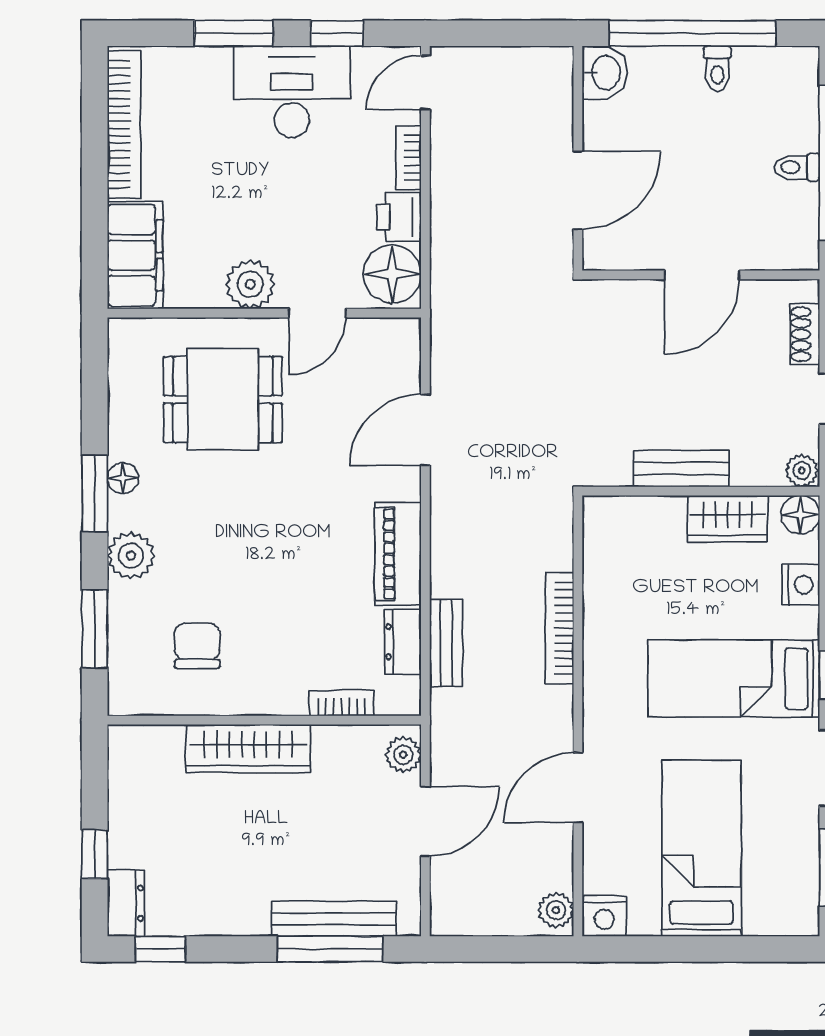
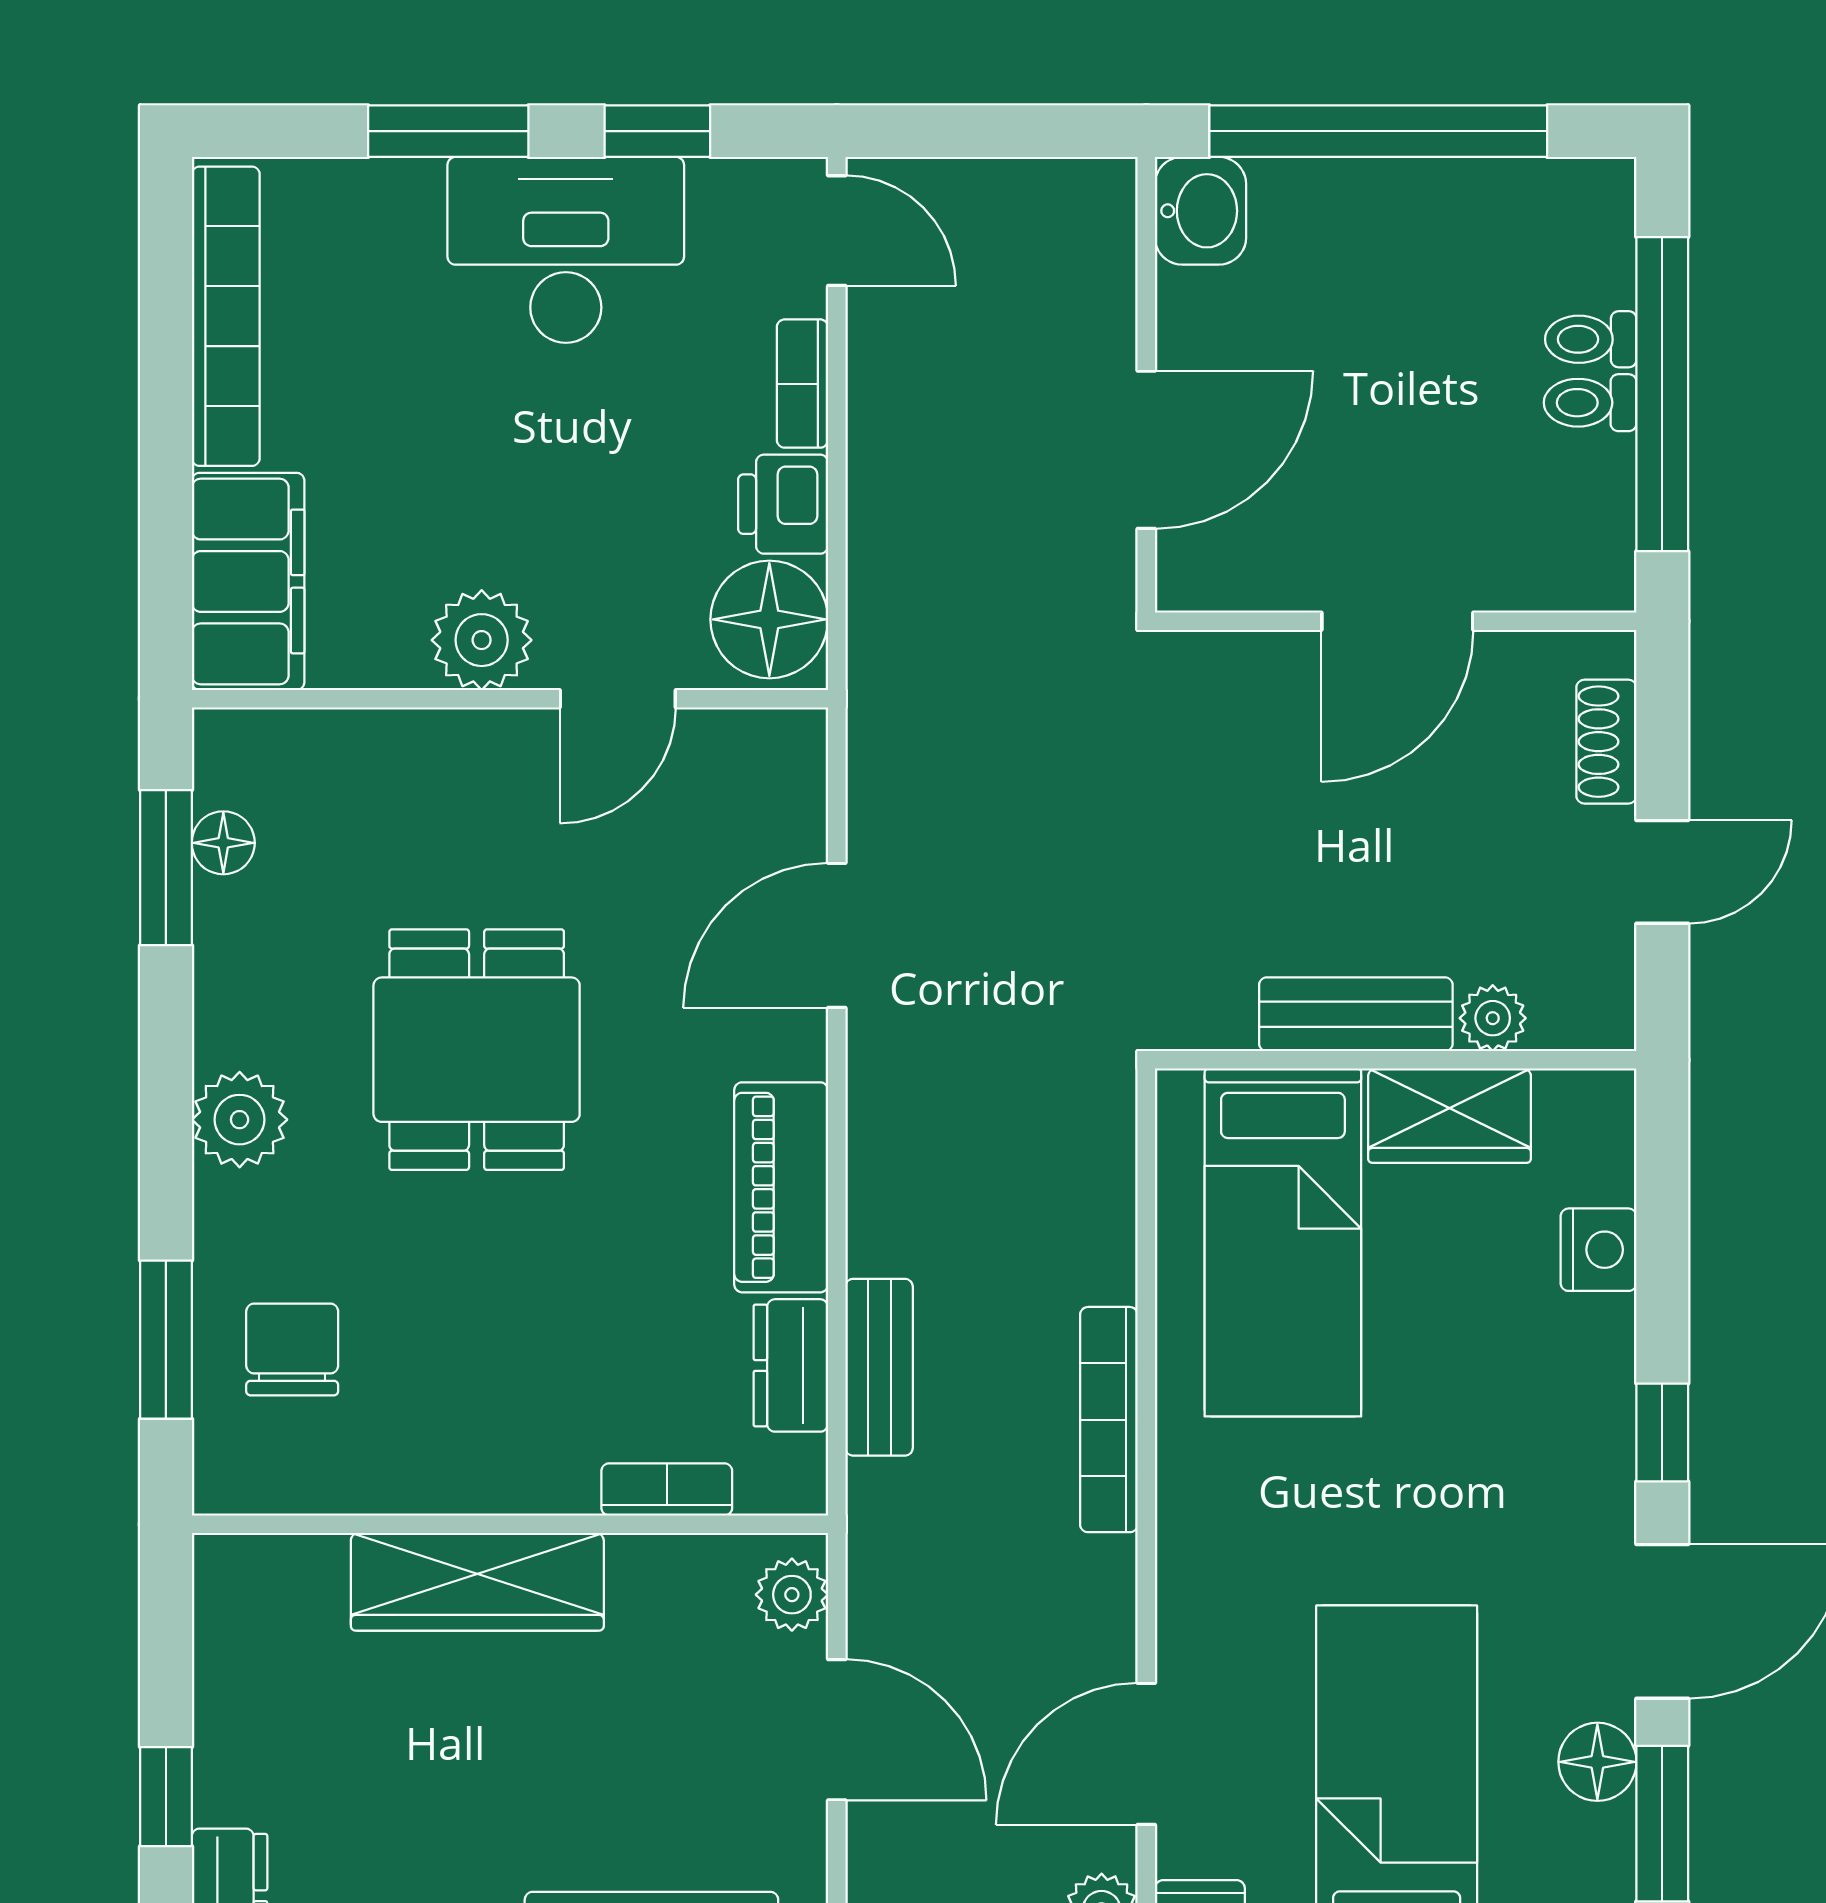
toilet: (717, 69) -> (1591, 339), moved, turned 90
door: (425, 82) -> (837, 231), swing flipped
dining table: (223, 400) -> (477, 1050), moved, turned 90
plant: (802, 471) -> (1493, 1018), moved
floor lamp: (123, 478) -> (223, 843), moved
window: (95, 493) -> (166, 868), moved
floor lamp: (800, 515) -> (1597, 1762), moved
plant: (131, 556) -> (240, 1120), moved
bookcase: (560, 628) -> (1109, 1420), moved
chair: (197, 646) -> (292, 1350), moved
bed: (734, 679) -> (1283, 1242), moved, turned -90
door: (578, 788) -> (1146, 1754), moved
door: (425, 821) -> (837, 1730), hinge flipped

